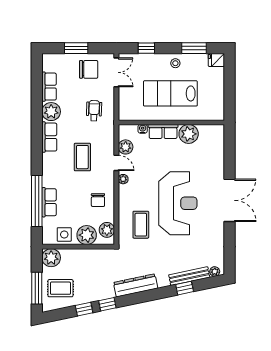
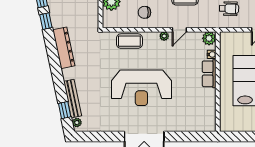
plant: (189, 134) -> (207, 98), removed
plant: (126, 147) -> (209, 38), moved
coffee table: (141, 225) -> (129, 41), moved
plant: (107, 230) -> (116, 21), removed
window: (185, 288) -> (65, 110), moved

